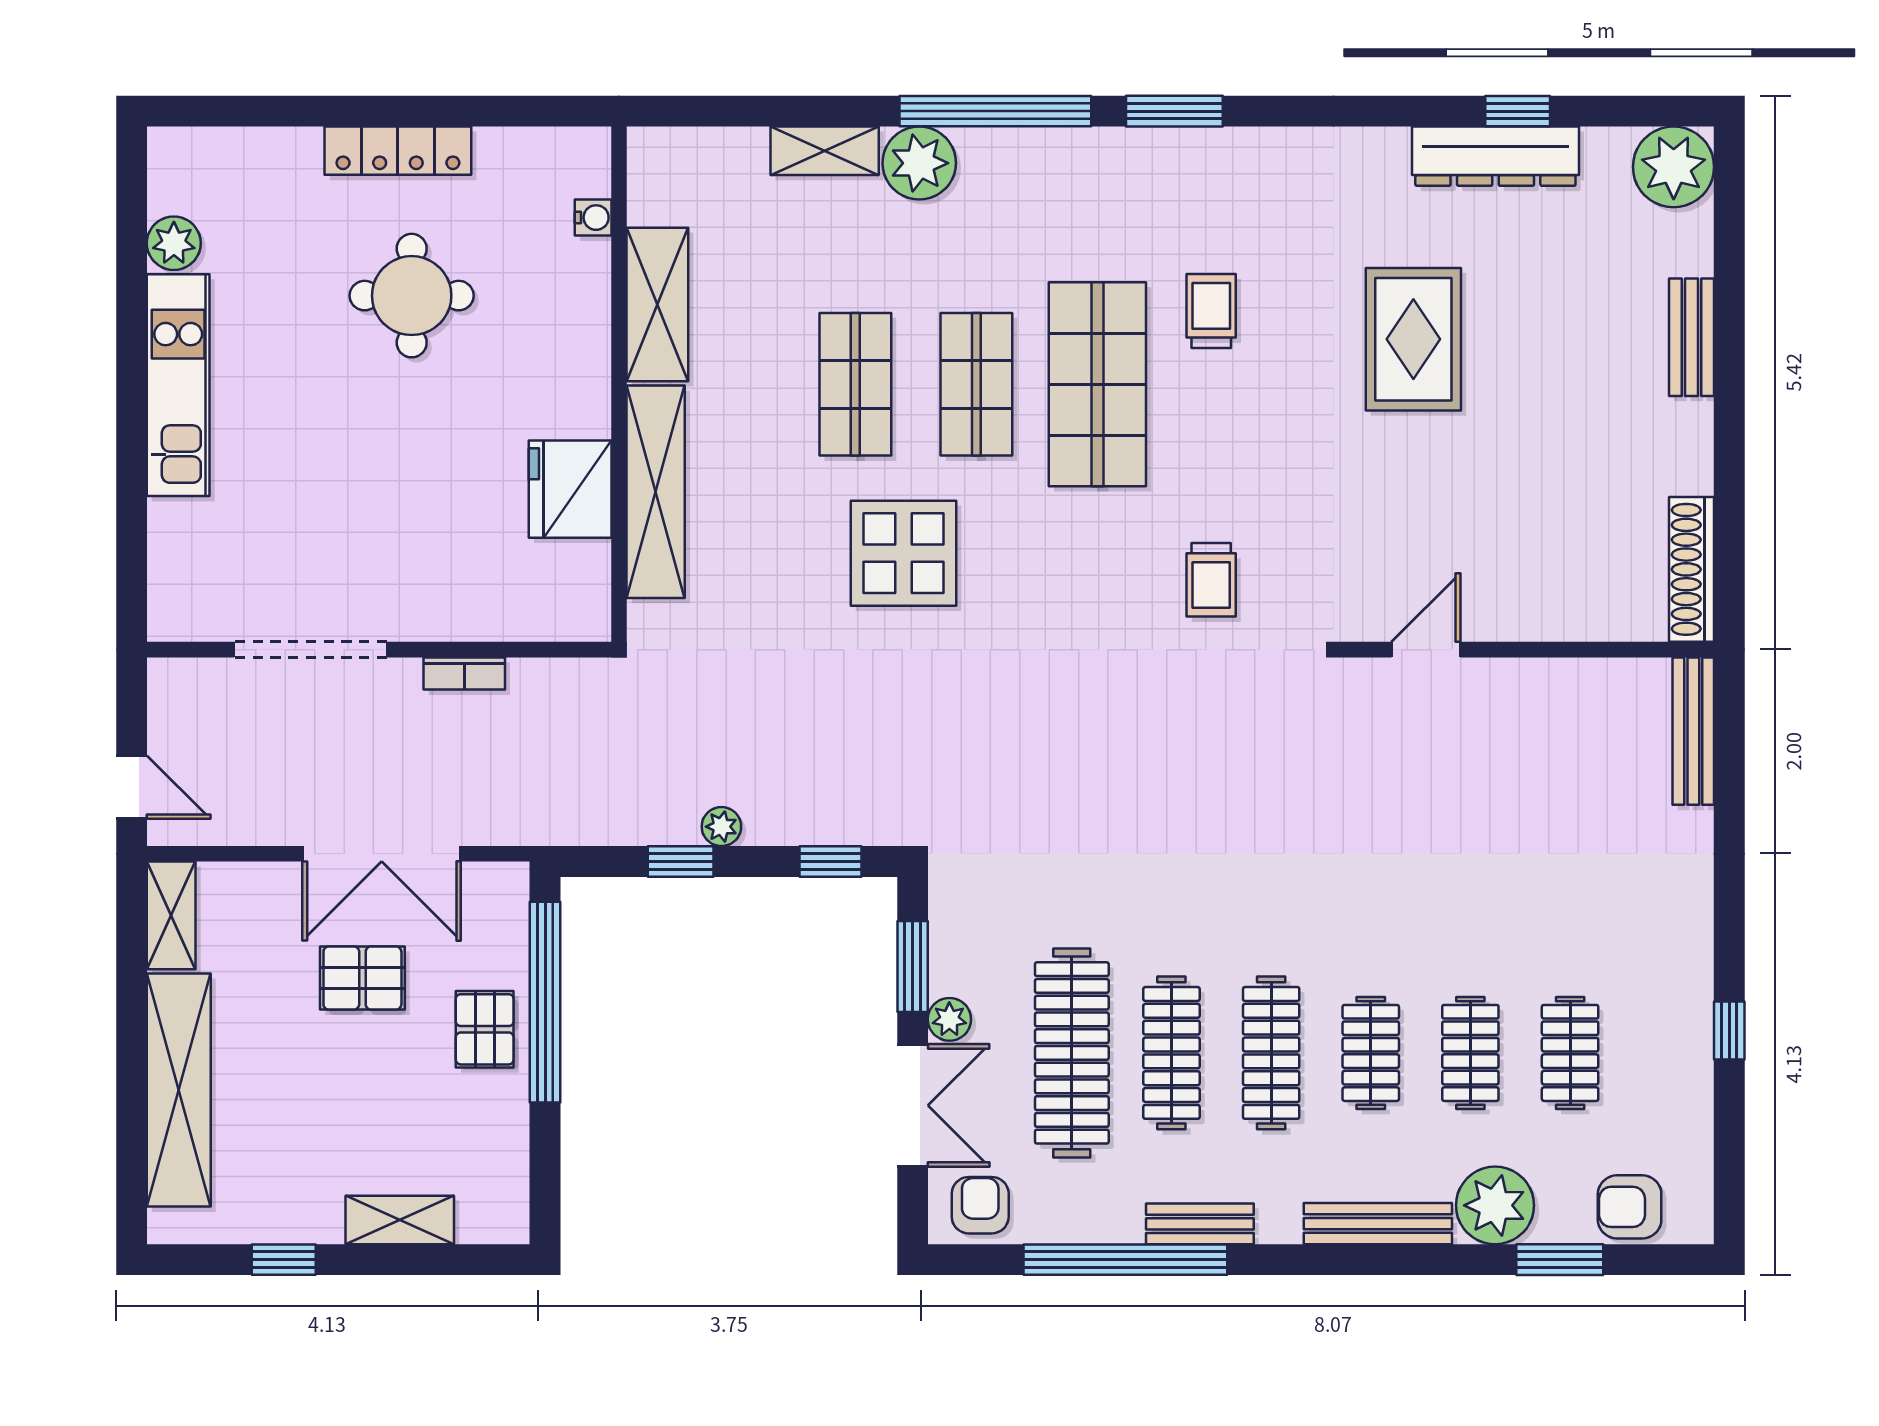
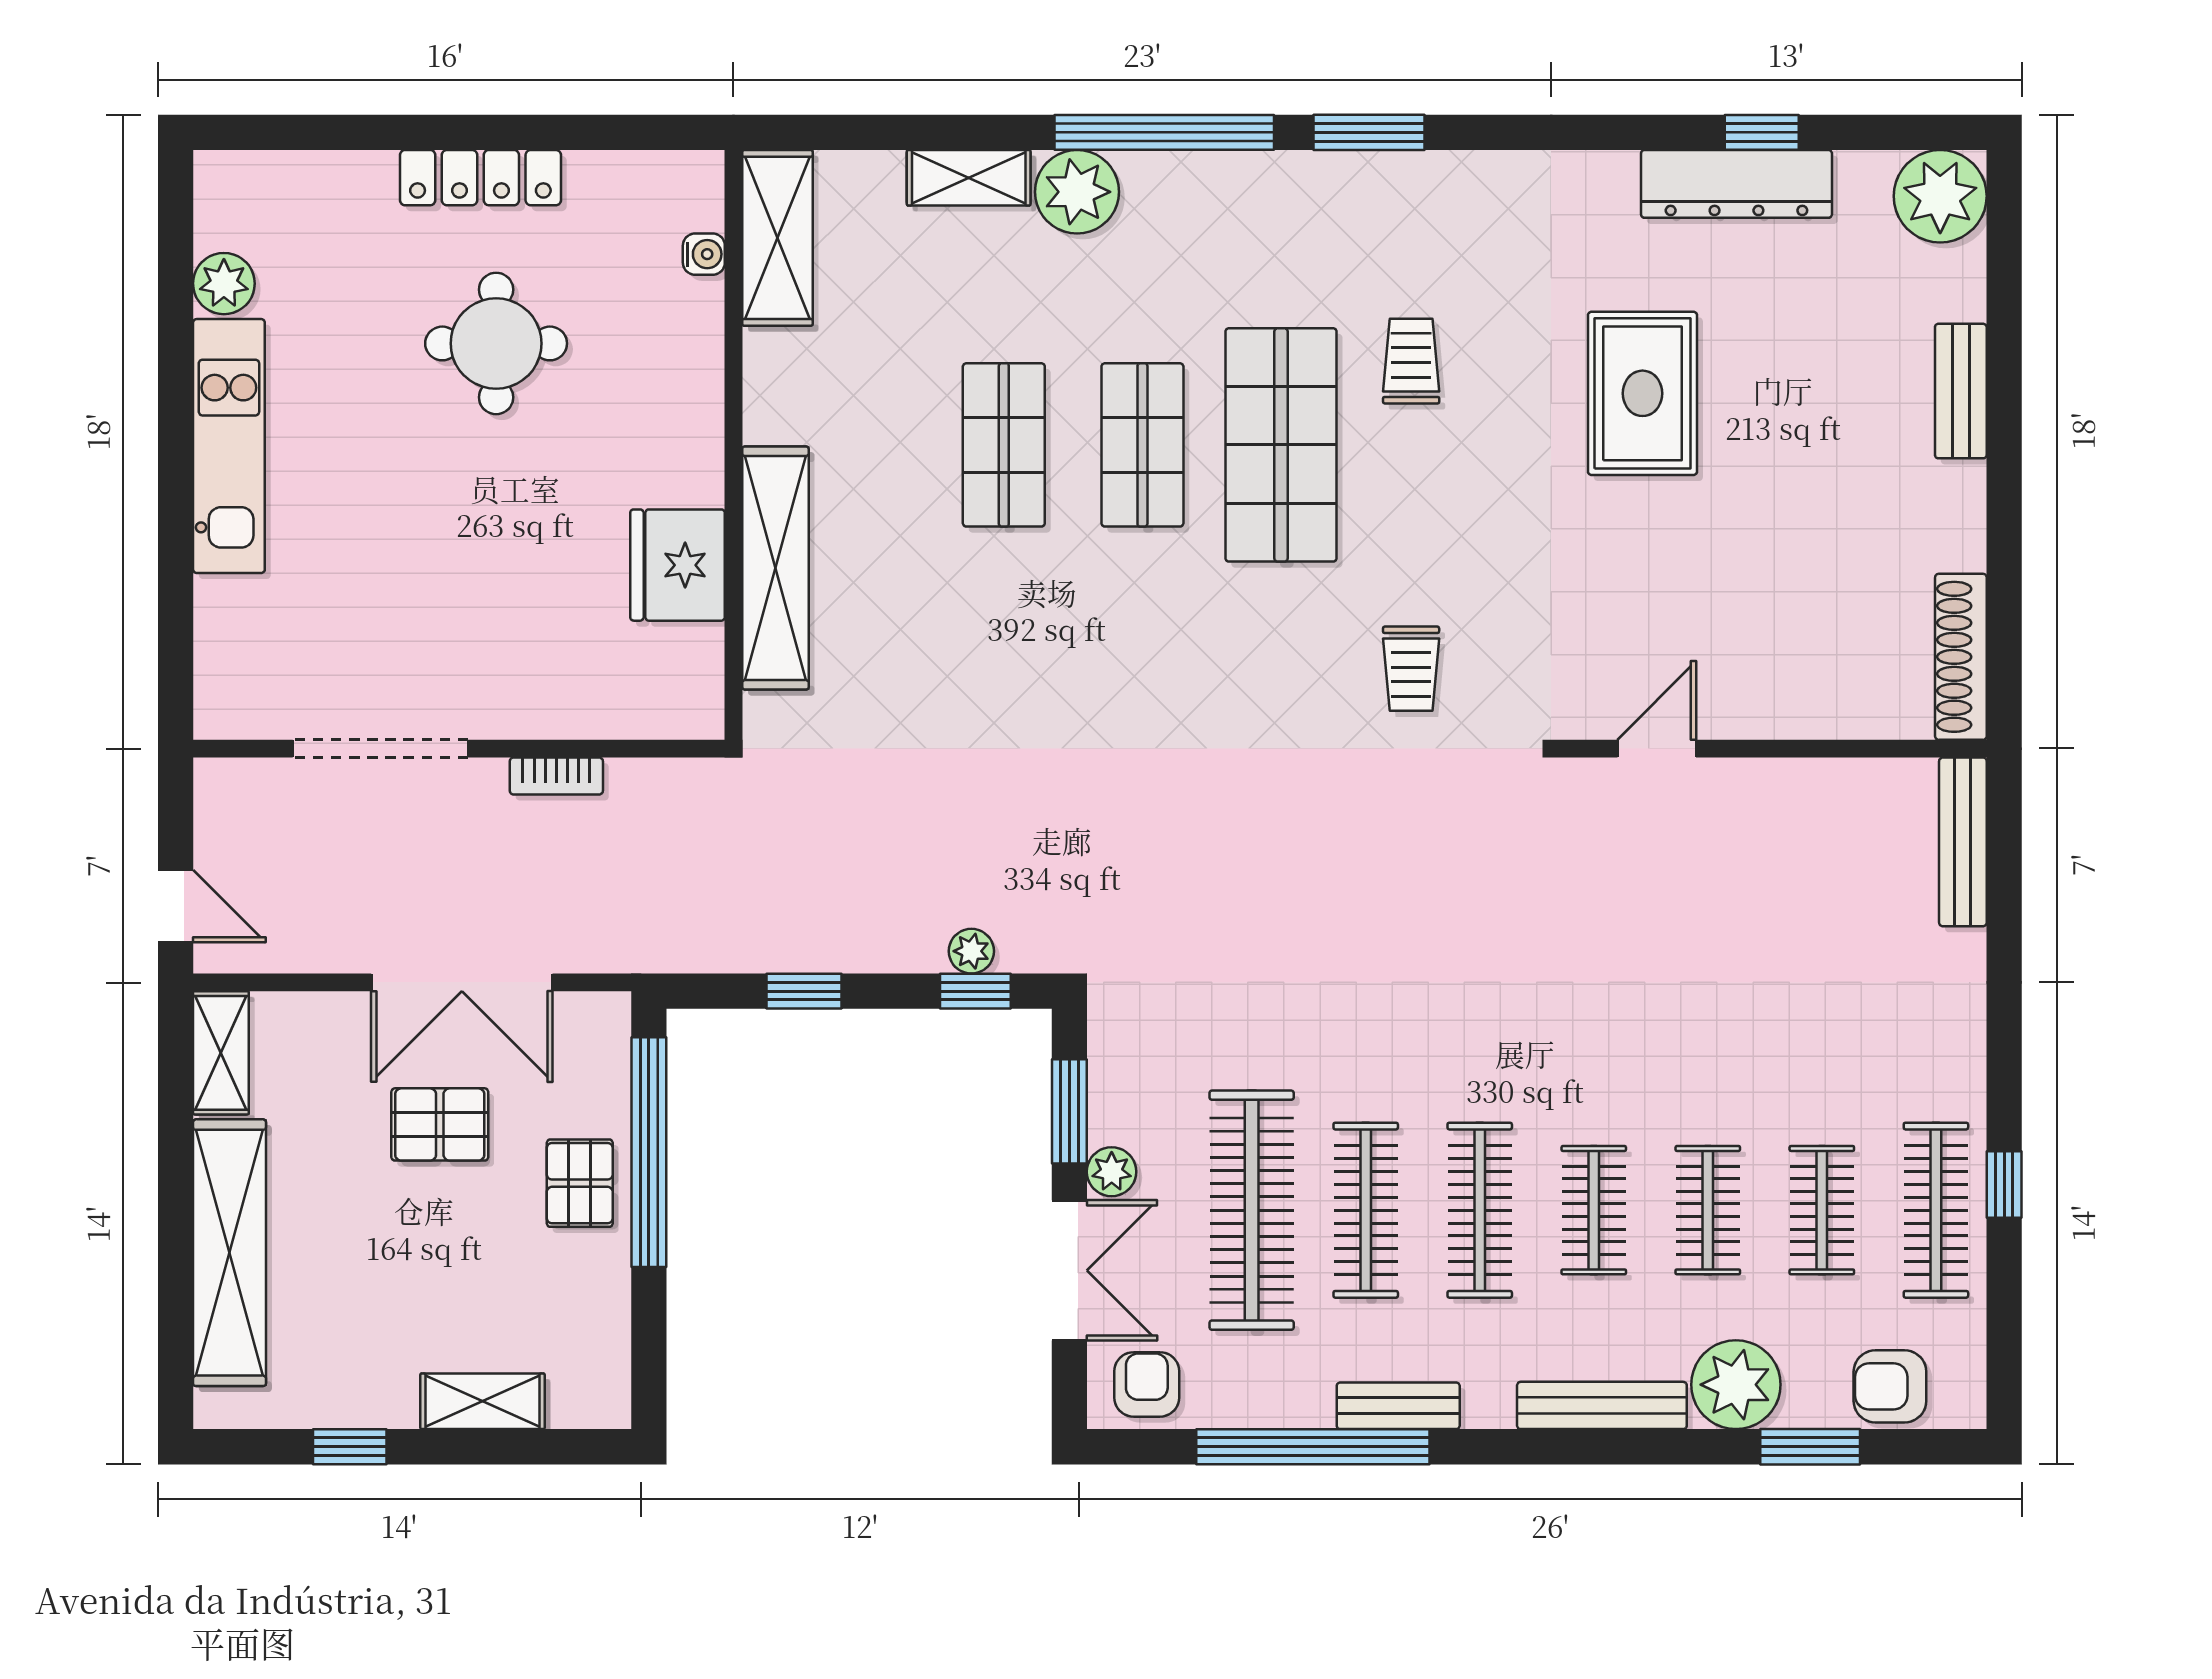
shelving: (657, 305) -> (777, 238), moved
display table: (903, 553) -> (1059, 638), removed
plant: (721, 827) -> (971, 951), moved
clothes rail: (1670, 1053) -> (1936, 1210), added

